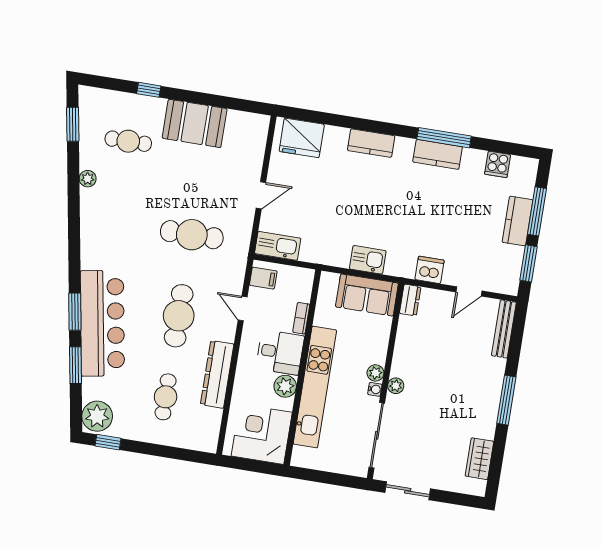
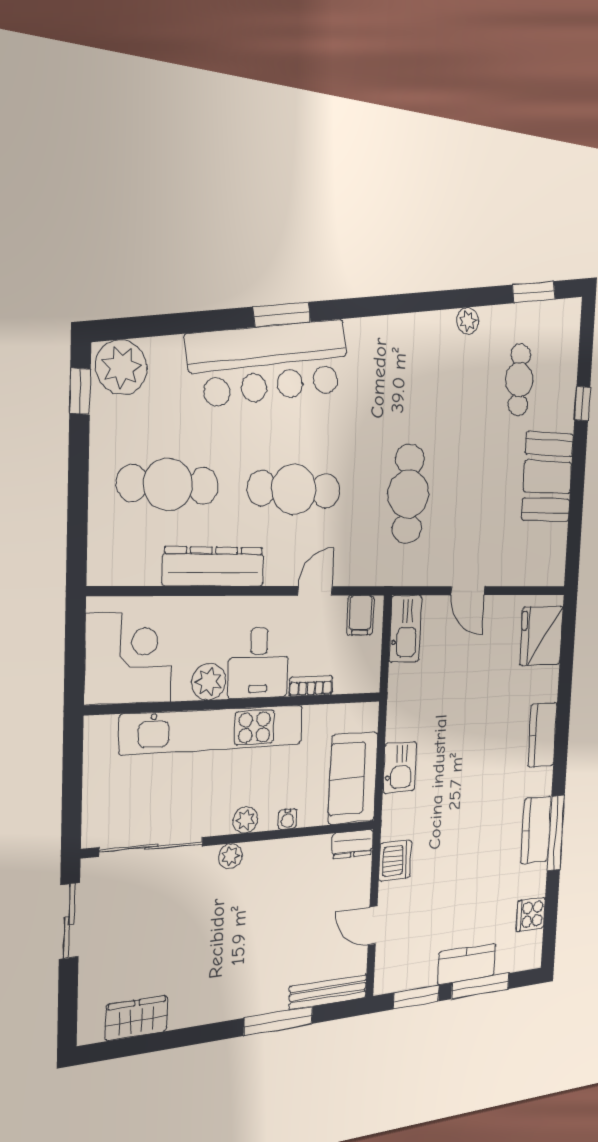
window: (75, 365) -> (200, 322), removed
water cooler: (375, 389) -> (287, 819), moved
cafe table: (166, 397) -> (168, 484), width x1.37, depth x1.35
window: (506, 400) -> (278, 1021), moved

